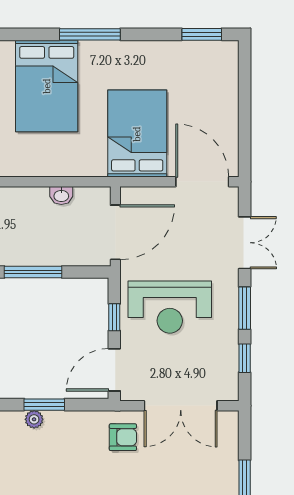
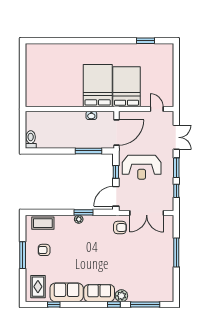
window: (90, 34) -> (105, 41), removed
window: (202, 34) -> (146, 41), moved
bed: (47, 86) -> (98, 86), moved, turned 180
door: (202, 182) -> (157, 109), width x0.53
window: (33, 272) -> (89, 151), moved

